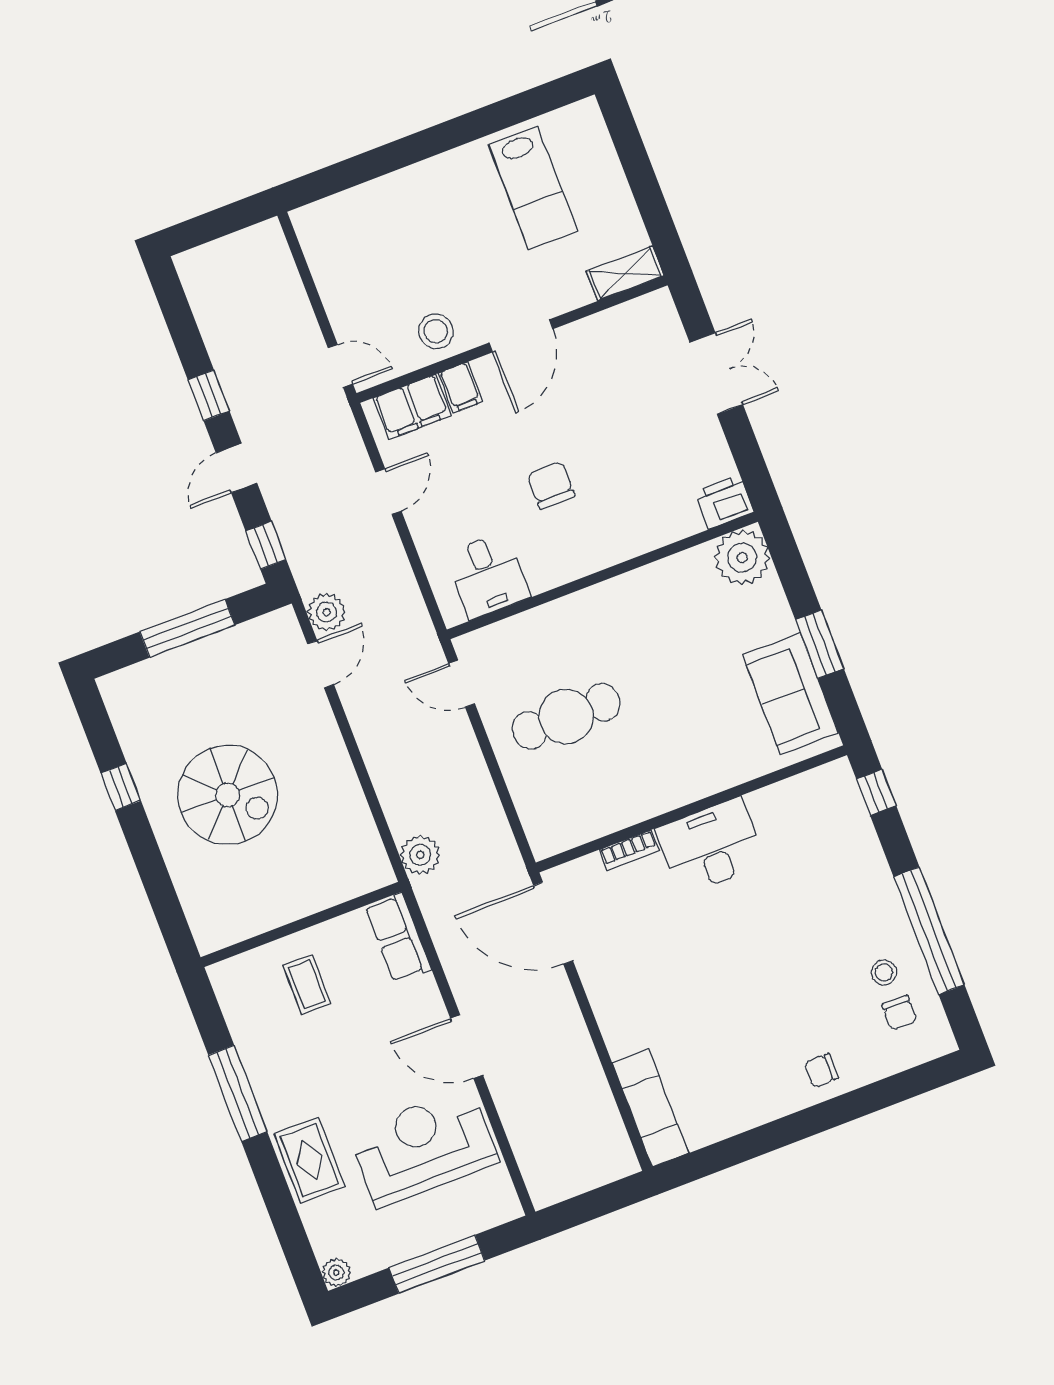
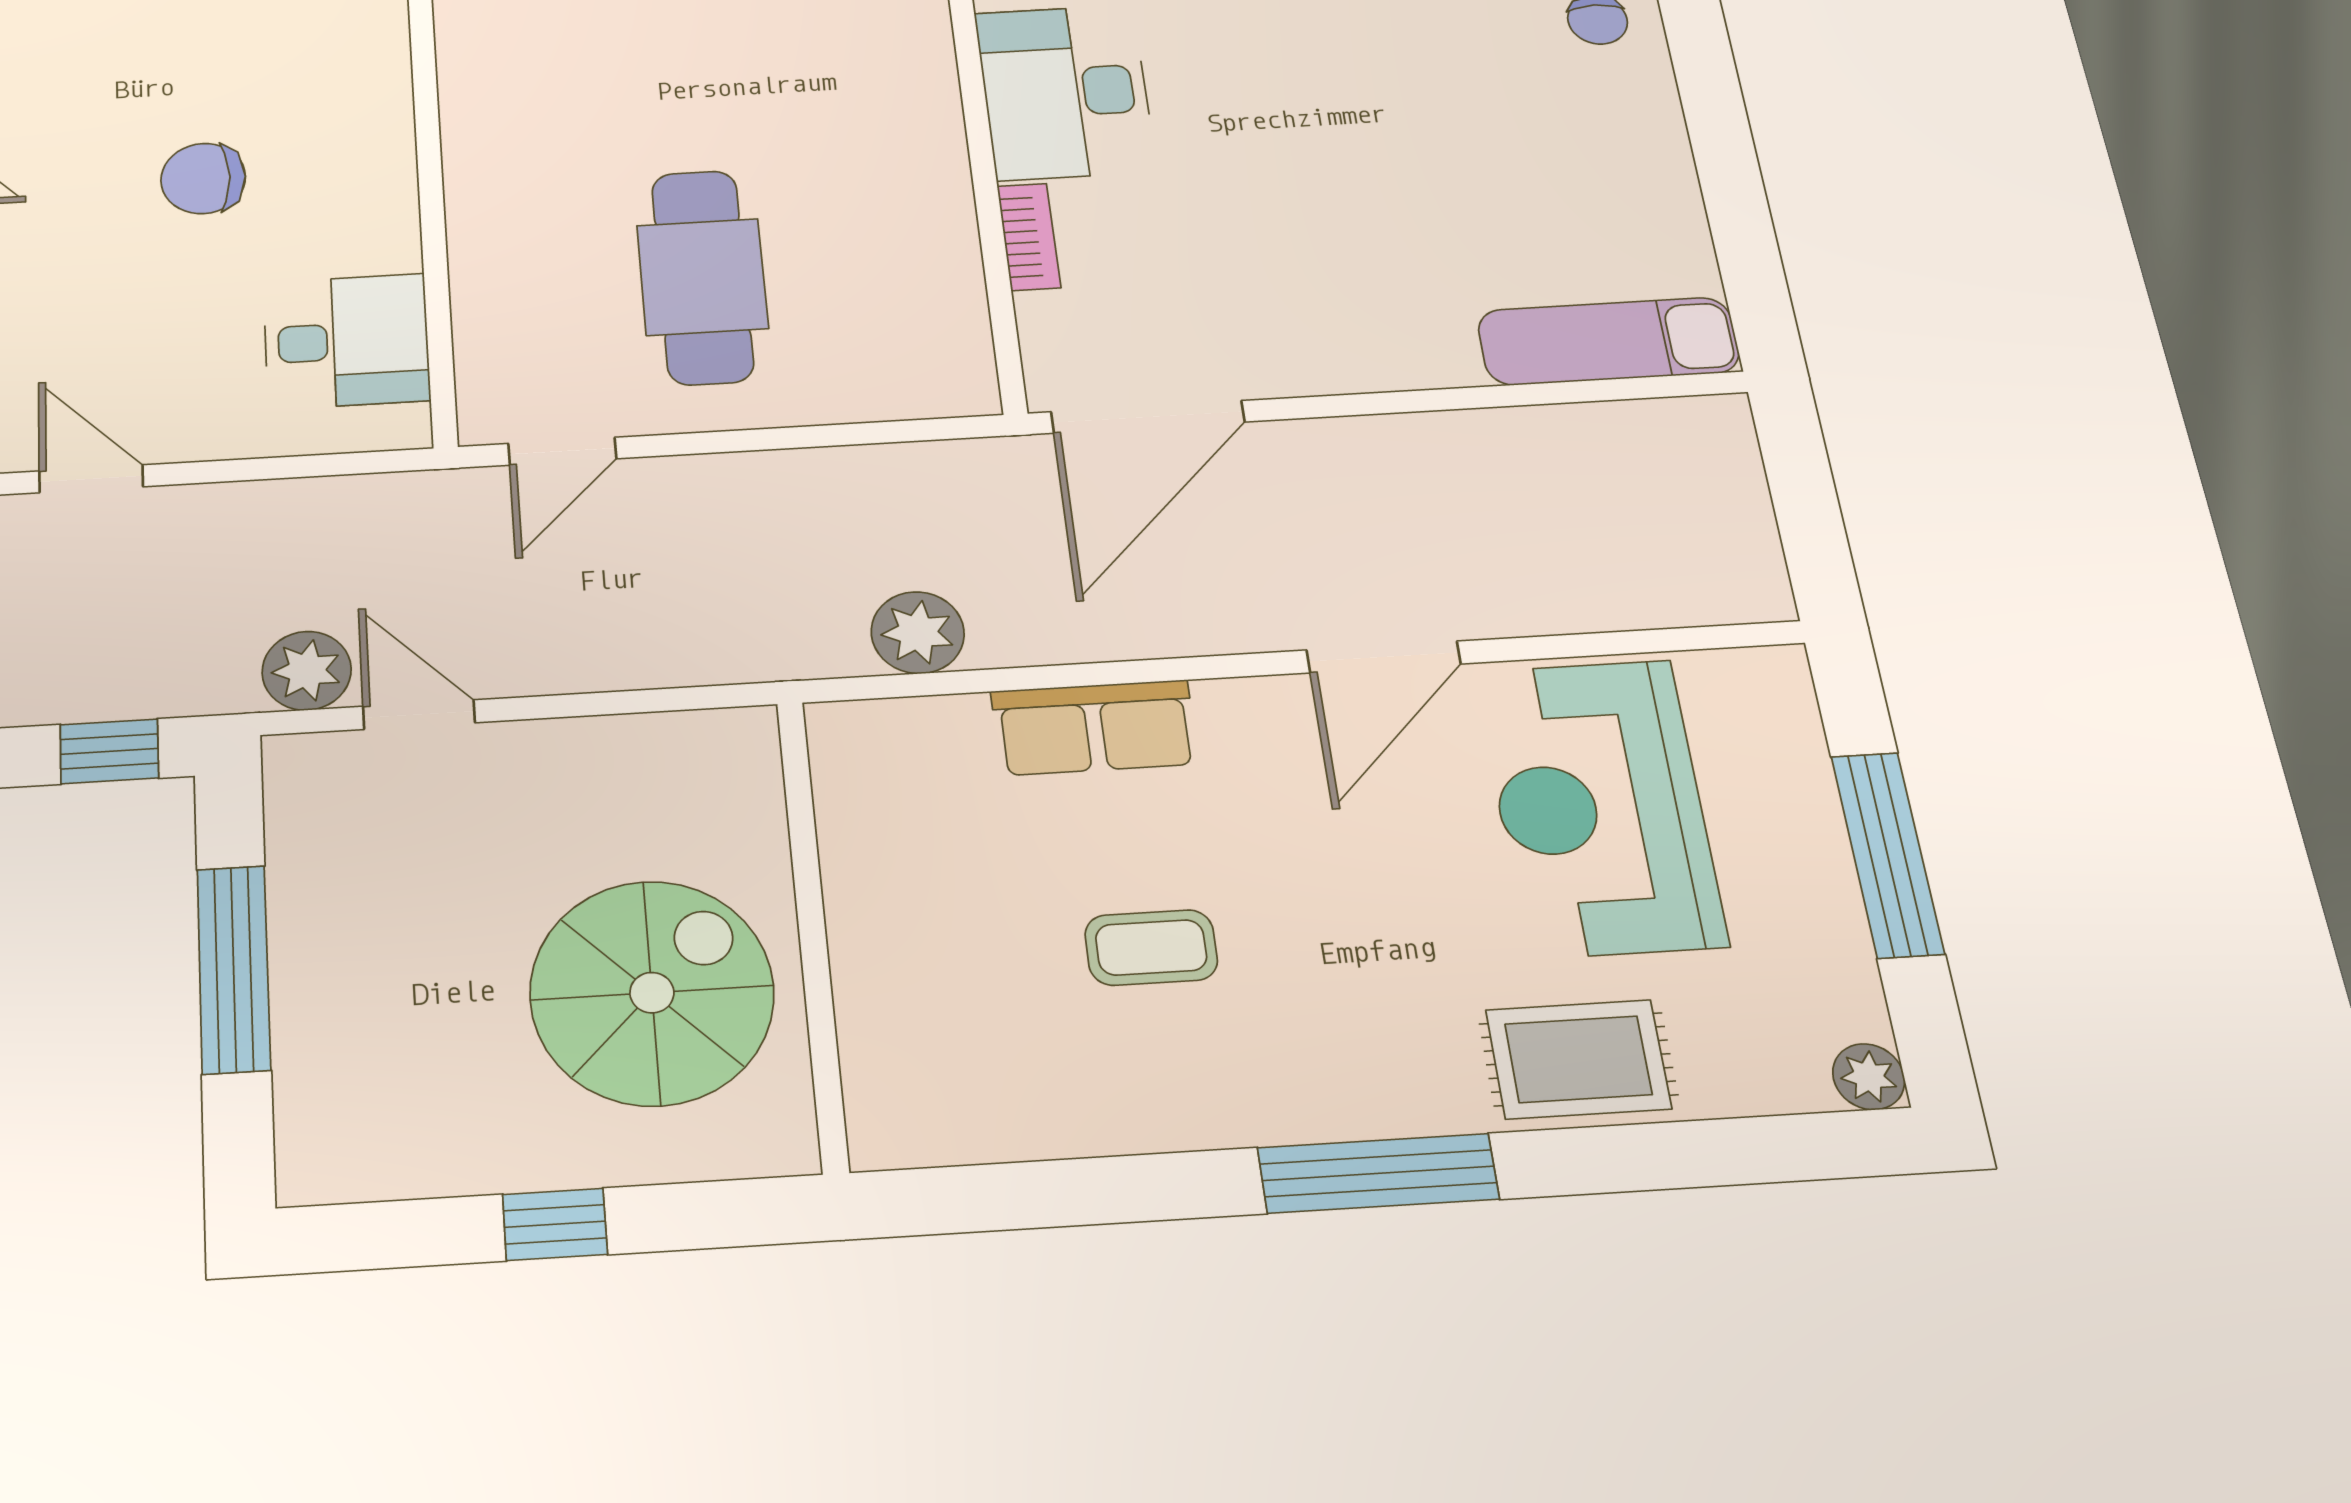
wall: (301, 924) -> (812, 932), moved

